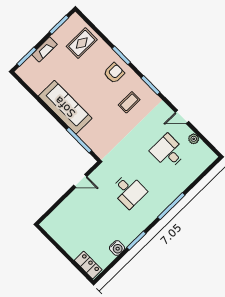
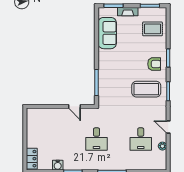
coffee table: (129, 102) -> (146, 89), width x1.86, depth x1.72
sofa: (65, 107) -> (107, 33), moved, width x0.73
desk: (168, 152) -> (141, 139), turned 180

